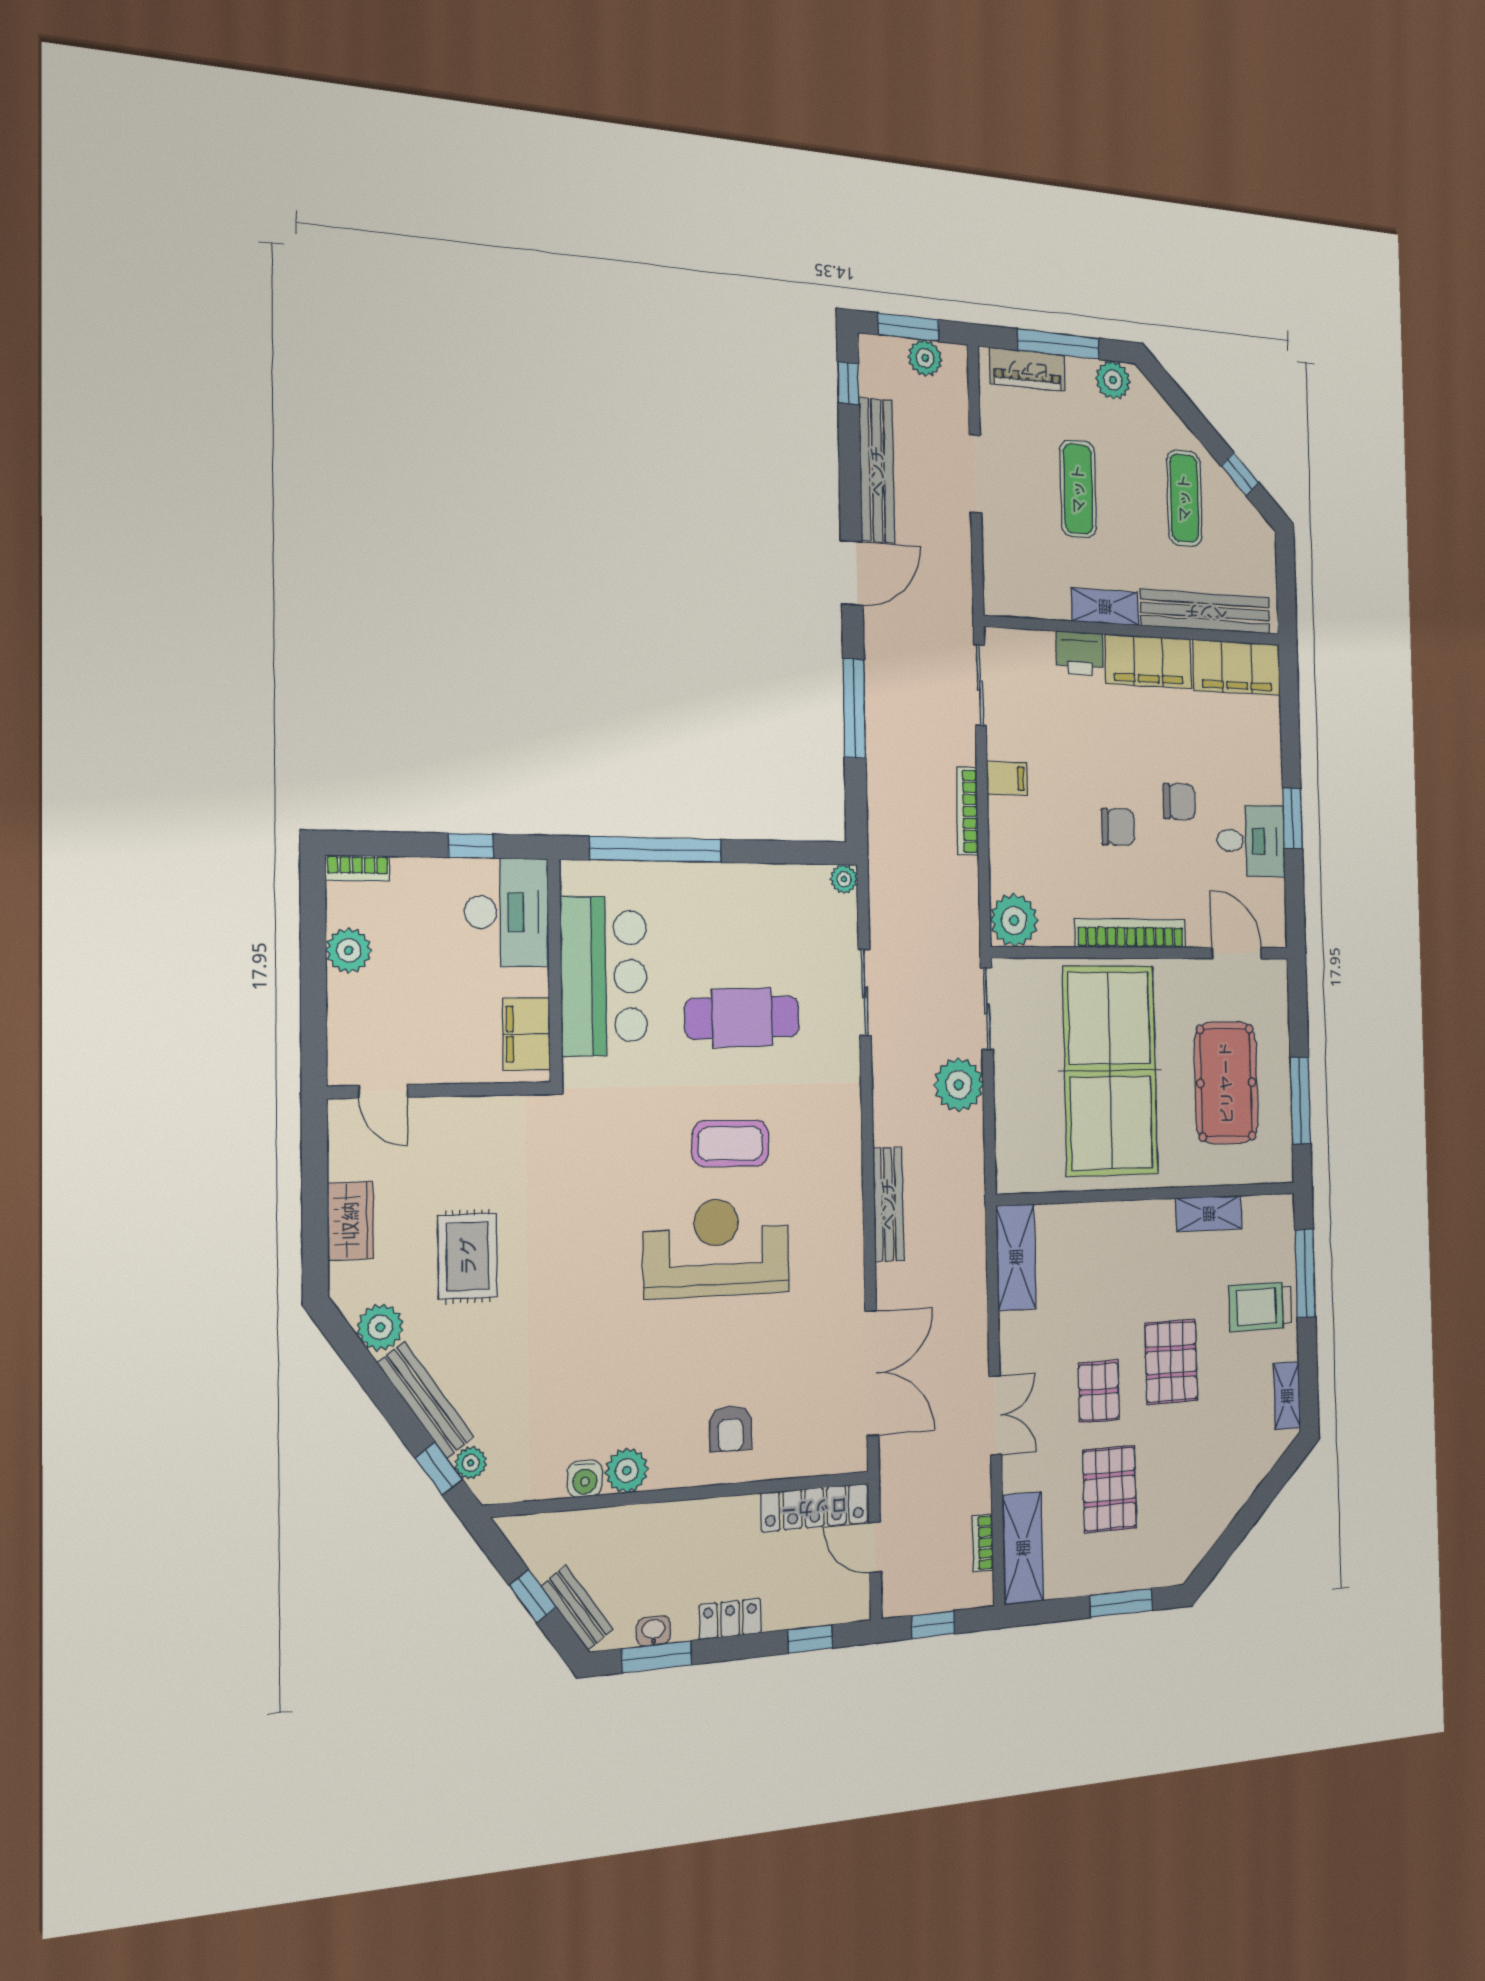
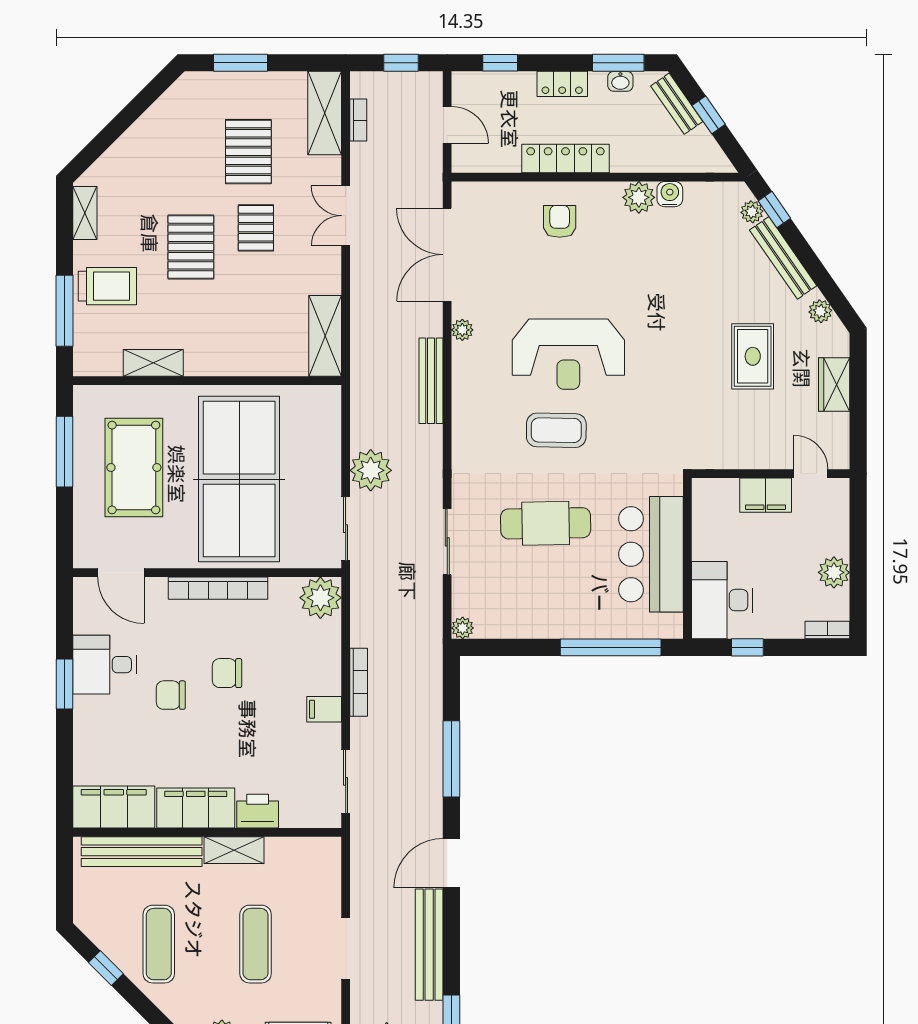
filing cabinet: (526, 1034) -> (766, 495), moved, turned 90
plant: (851, 1274) -> (462, 330), added
plant: (380, 1327) -> (820, 311), width x0.73, depth x0.73
locker: (814, 1508) -> (565, 159), moved

